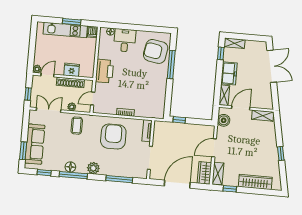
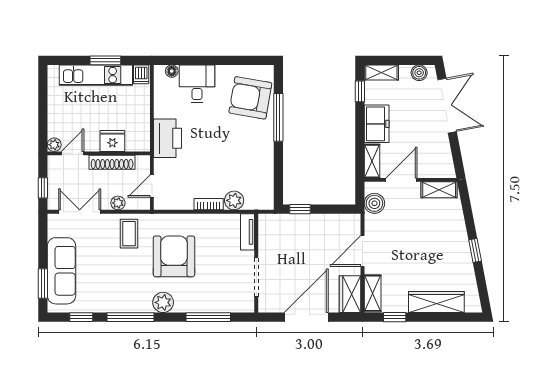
boiler: (257, 45) -> (419, 73), added
plant: (141, 111) -> (234, 200), added
armchair: (113, 137) -> (174, 256), moved
floor lamp: (70, 167) -> (124, 304), removed

